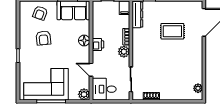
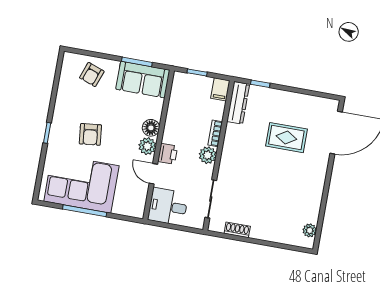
armchair: (43, 38) -> (90, 134), moved
printer: (98, 44) -> (168, 154), moved
plant: (84, 94) -> (147, 146), moved

